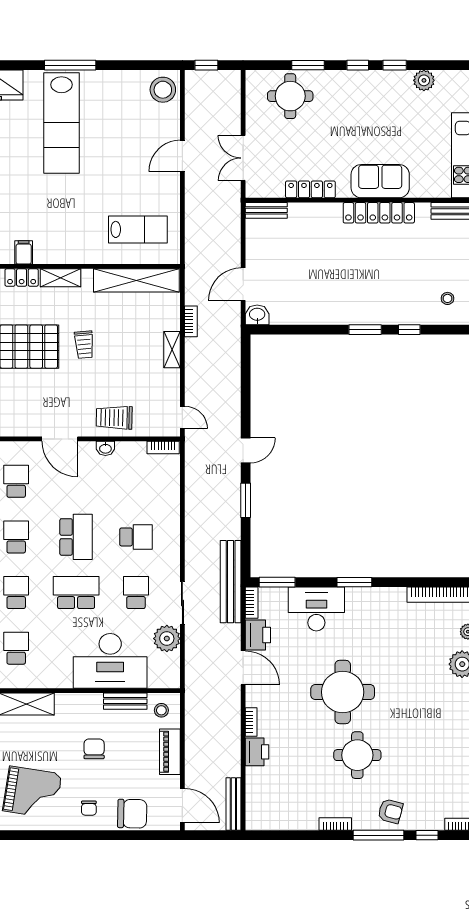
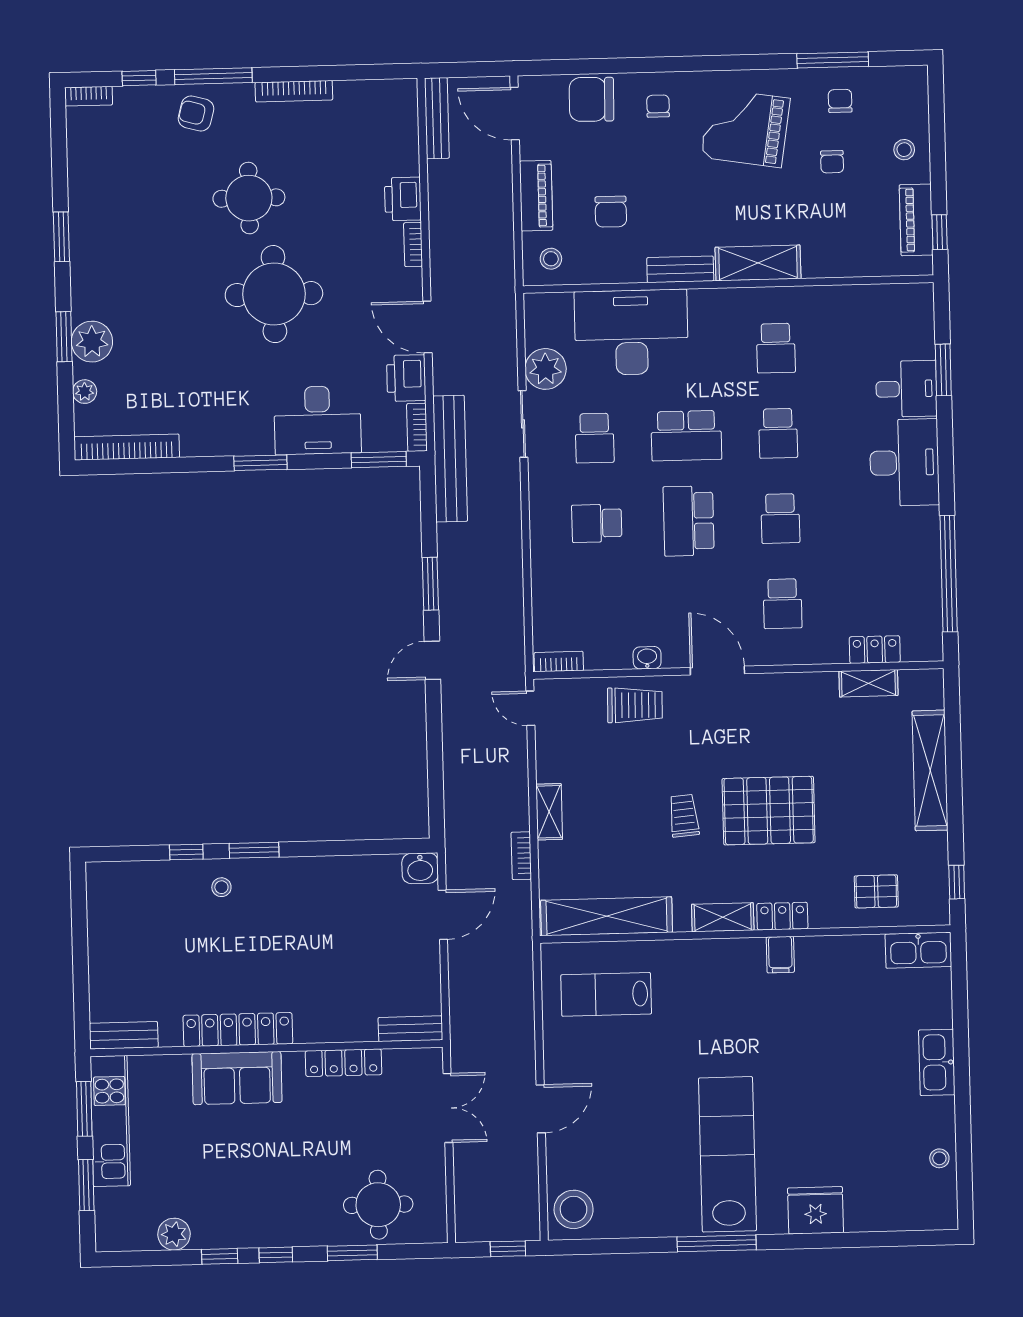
stool: (447, 298) -> (221, 887), moved
bench: (125, 701) -> (680, 269), moved
chair: (94, 749) -> (611, 212), moved
bookcase: (335, 824) -> (294, 91), width x1.56

